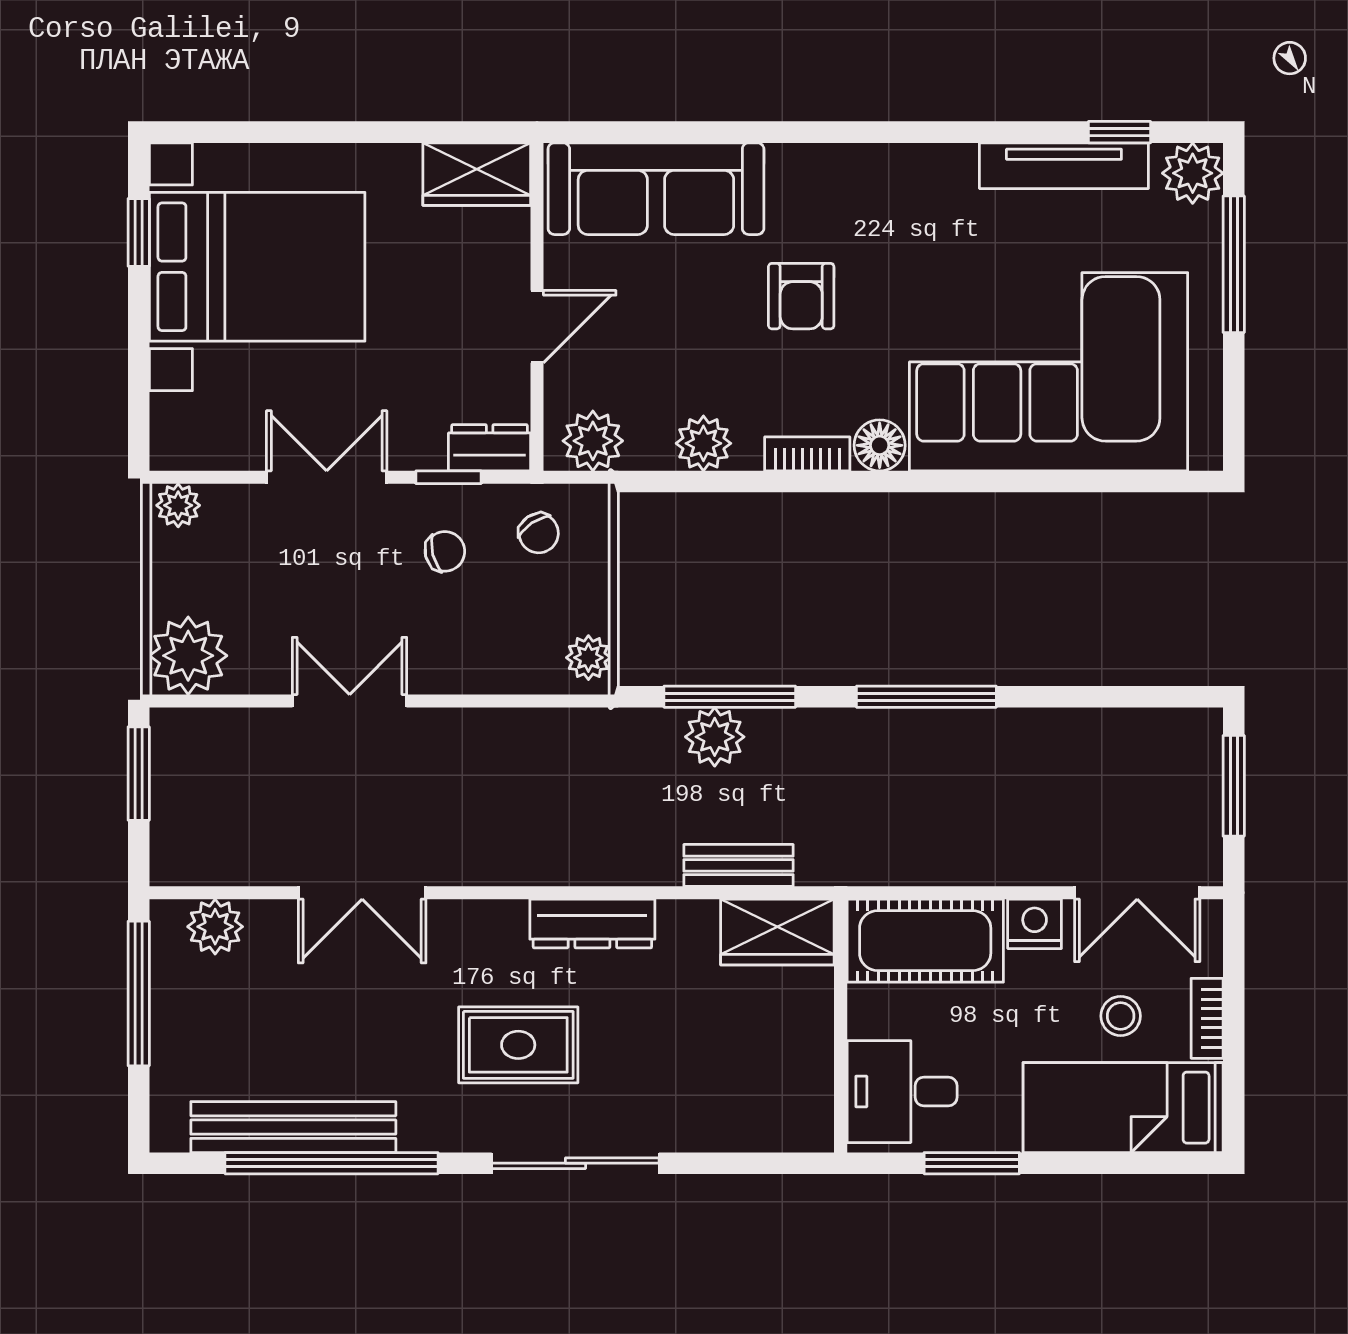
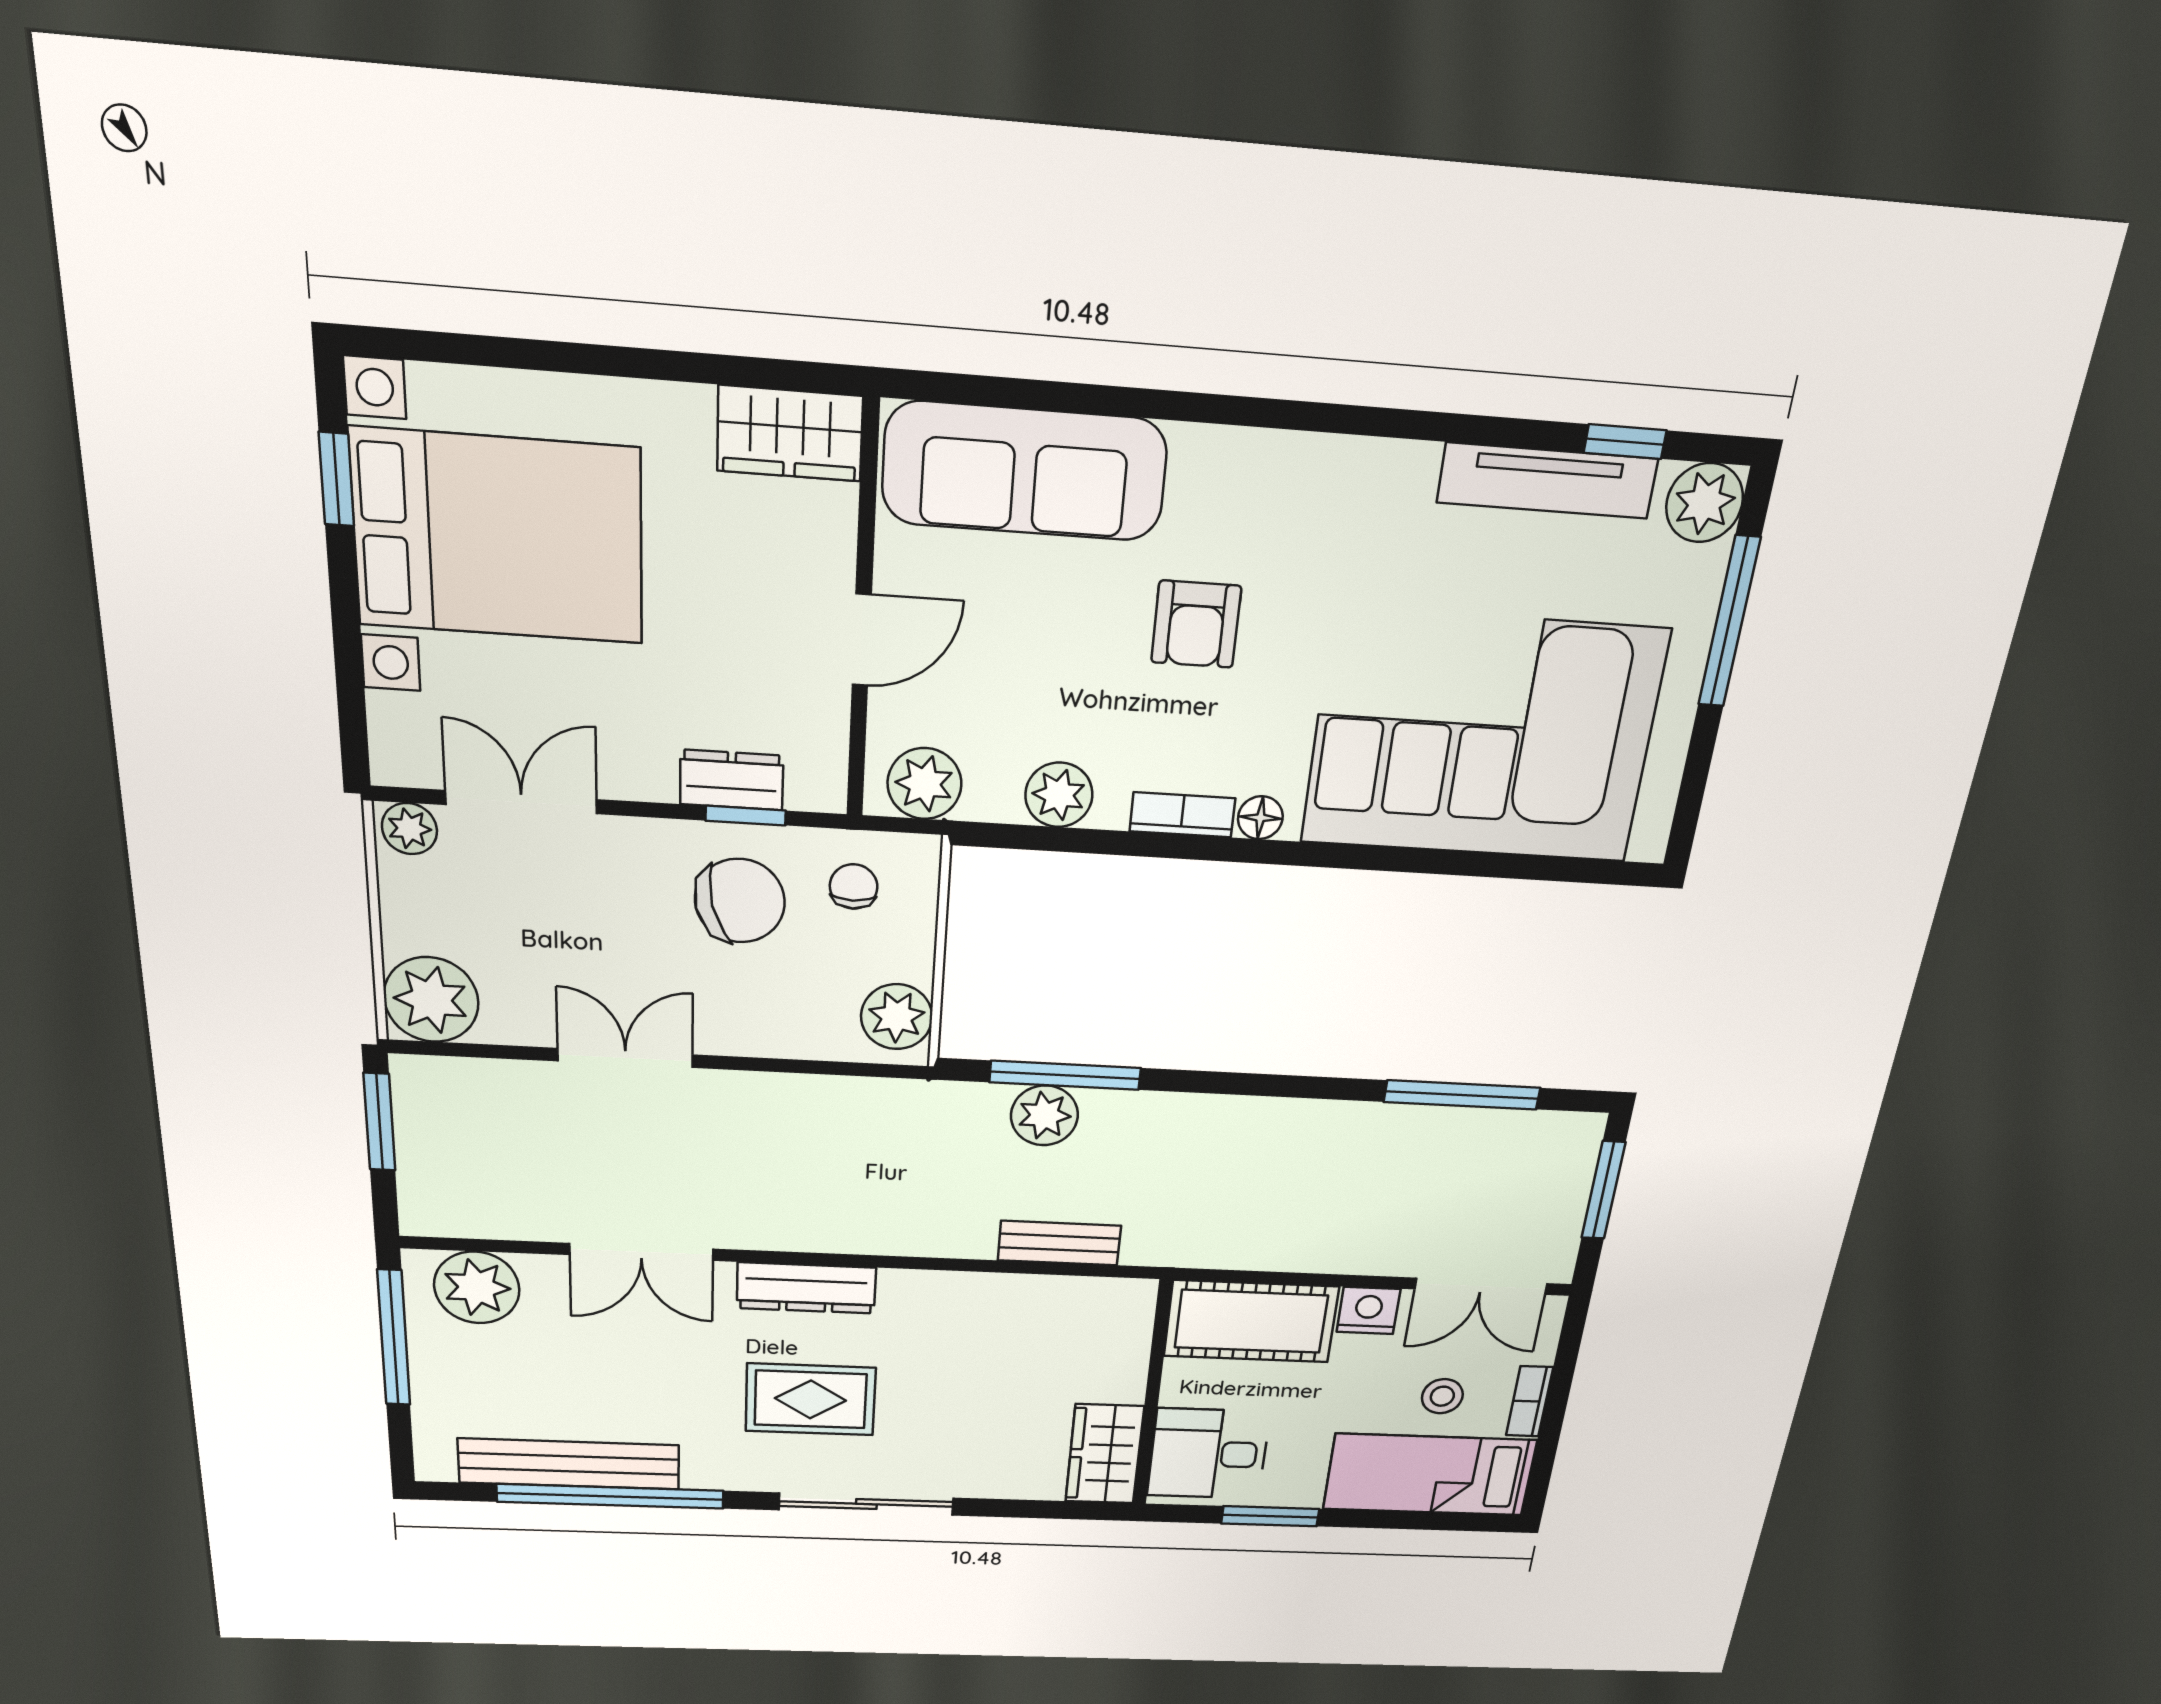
floor lamp: (880, 445) -> (1260, 818), width x0.73, depth x0.73
dresser: (490, 448) -> (732, 780), moved
double door: (327, 477) -> (521, 802), moved
chair: (539, 533) -> (854, 886), turned -146
chair: (445, 551) -> (740, 901), width x1.87, depth x1.87
plant: (588, 658) -> (897, 1017), width x1.38, depth x1.38
window: (926, 697) -> (1462, 1095), moved
dresser: (592, 924) -> (806, 1288), moved
plant: (215, 927) -> (477, 1287), width x1.36, depth x1.36
wardrobe: (777, 932) -> (1105, 1454), moved, turned 90

